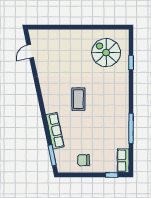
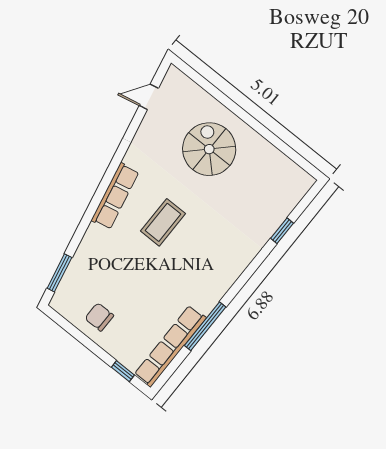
spiral stairs: (106, 53) -> (209, 149), moved
row of seats: (55, 131) -> (115, 196), moved
row of seats: (123, 161) -> (170, 346), width x2.02

